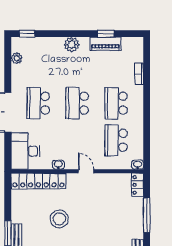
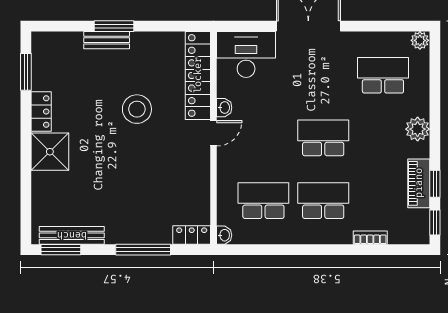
window: (27, 34) -> (435, 222), moved
plant: (17, 58) -> (420, 40), moved
school desk: (38, 103) -> (383, 75), moved
door: (86, 171) -> (214, 133), moved

